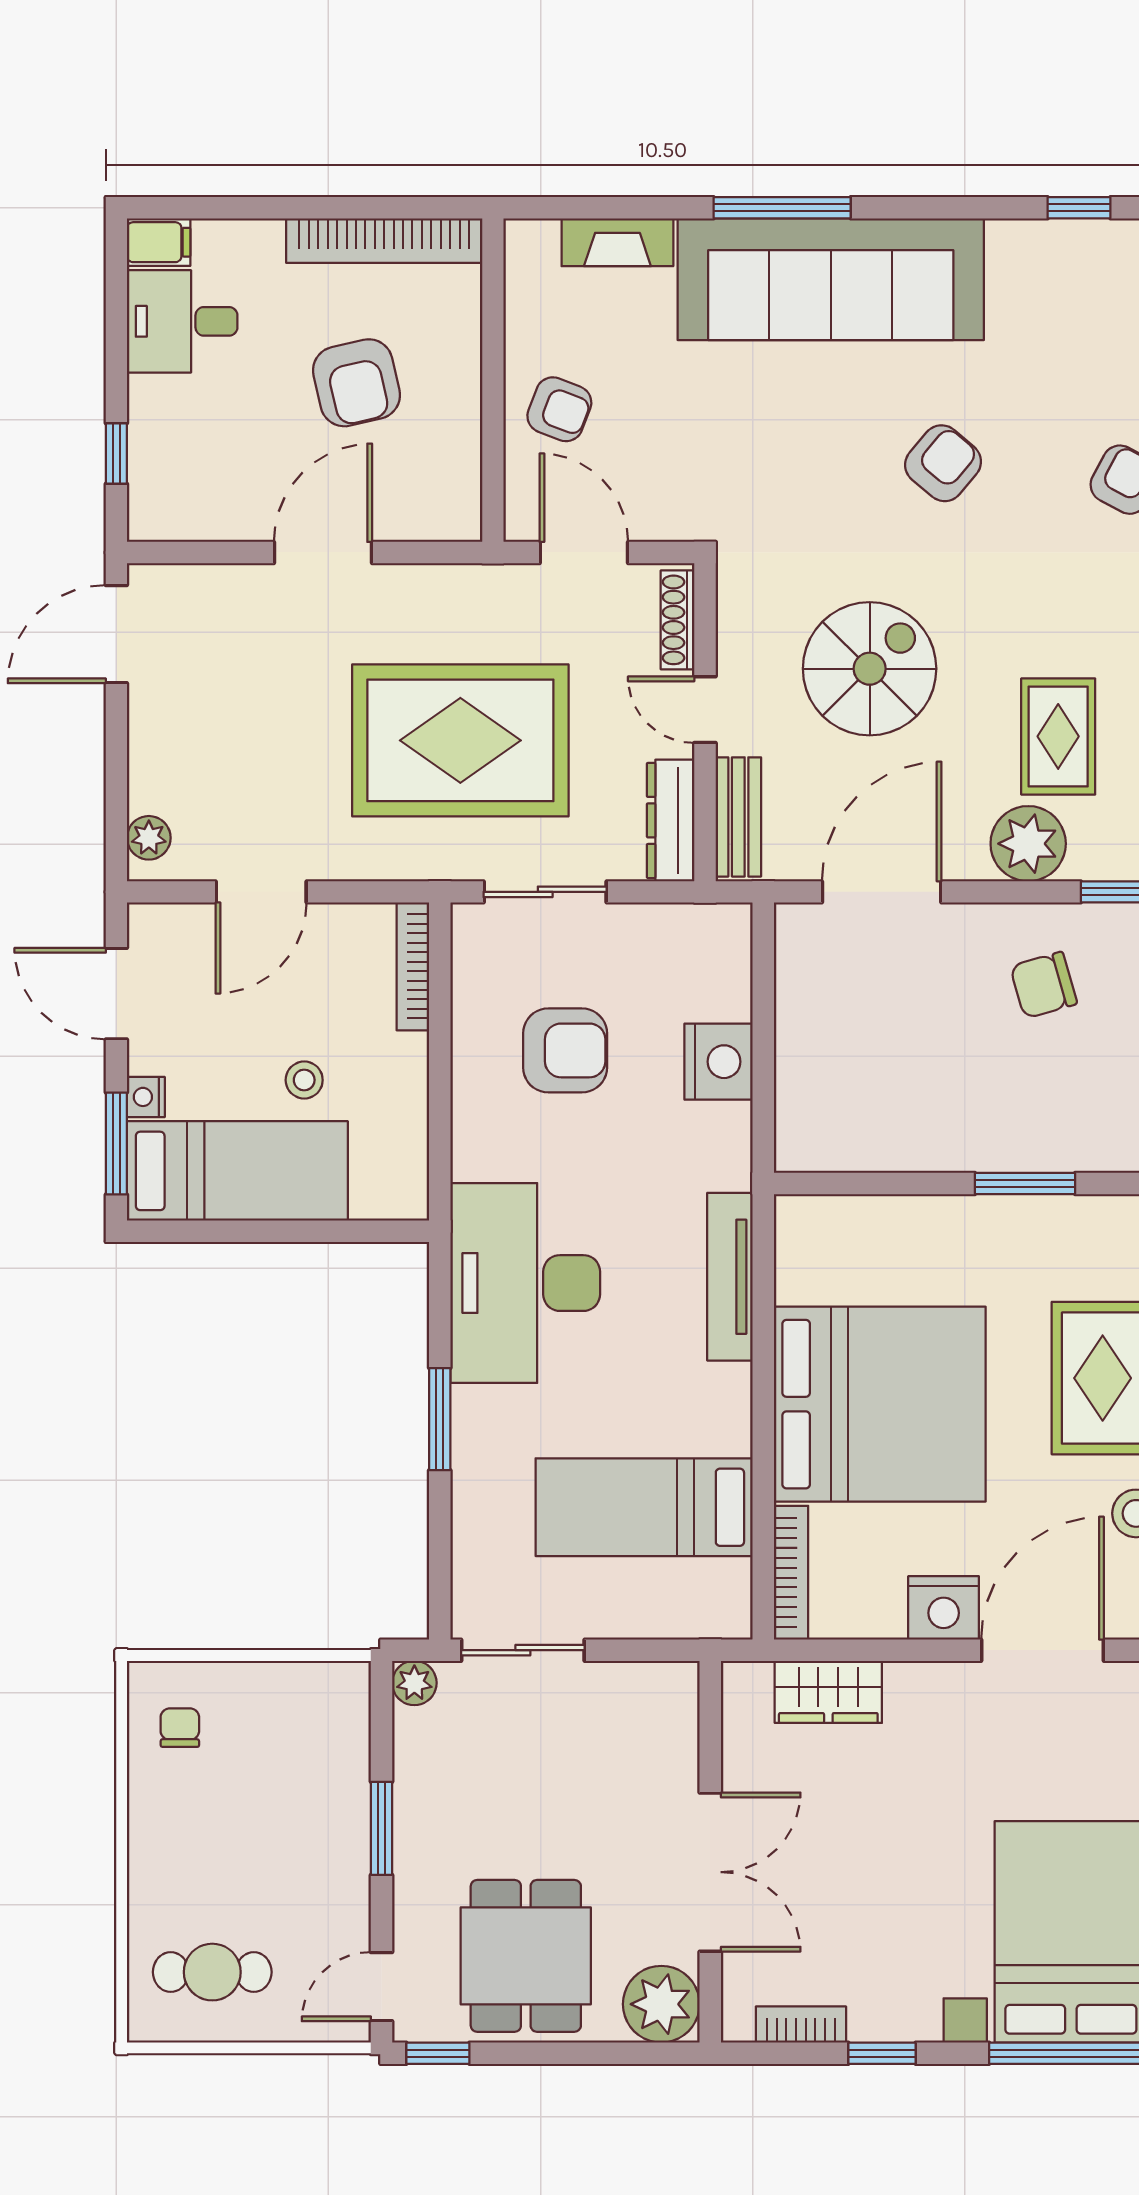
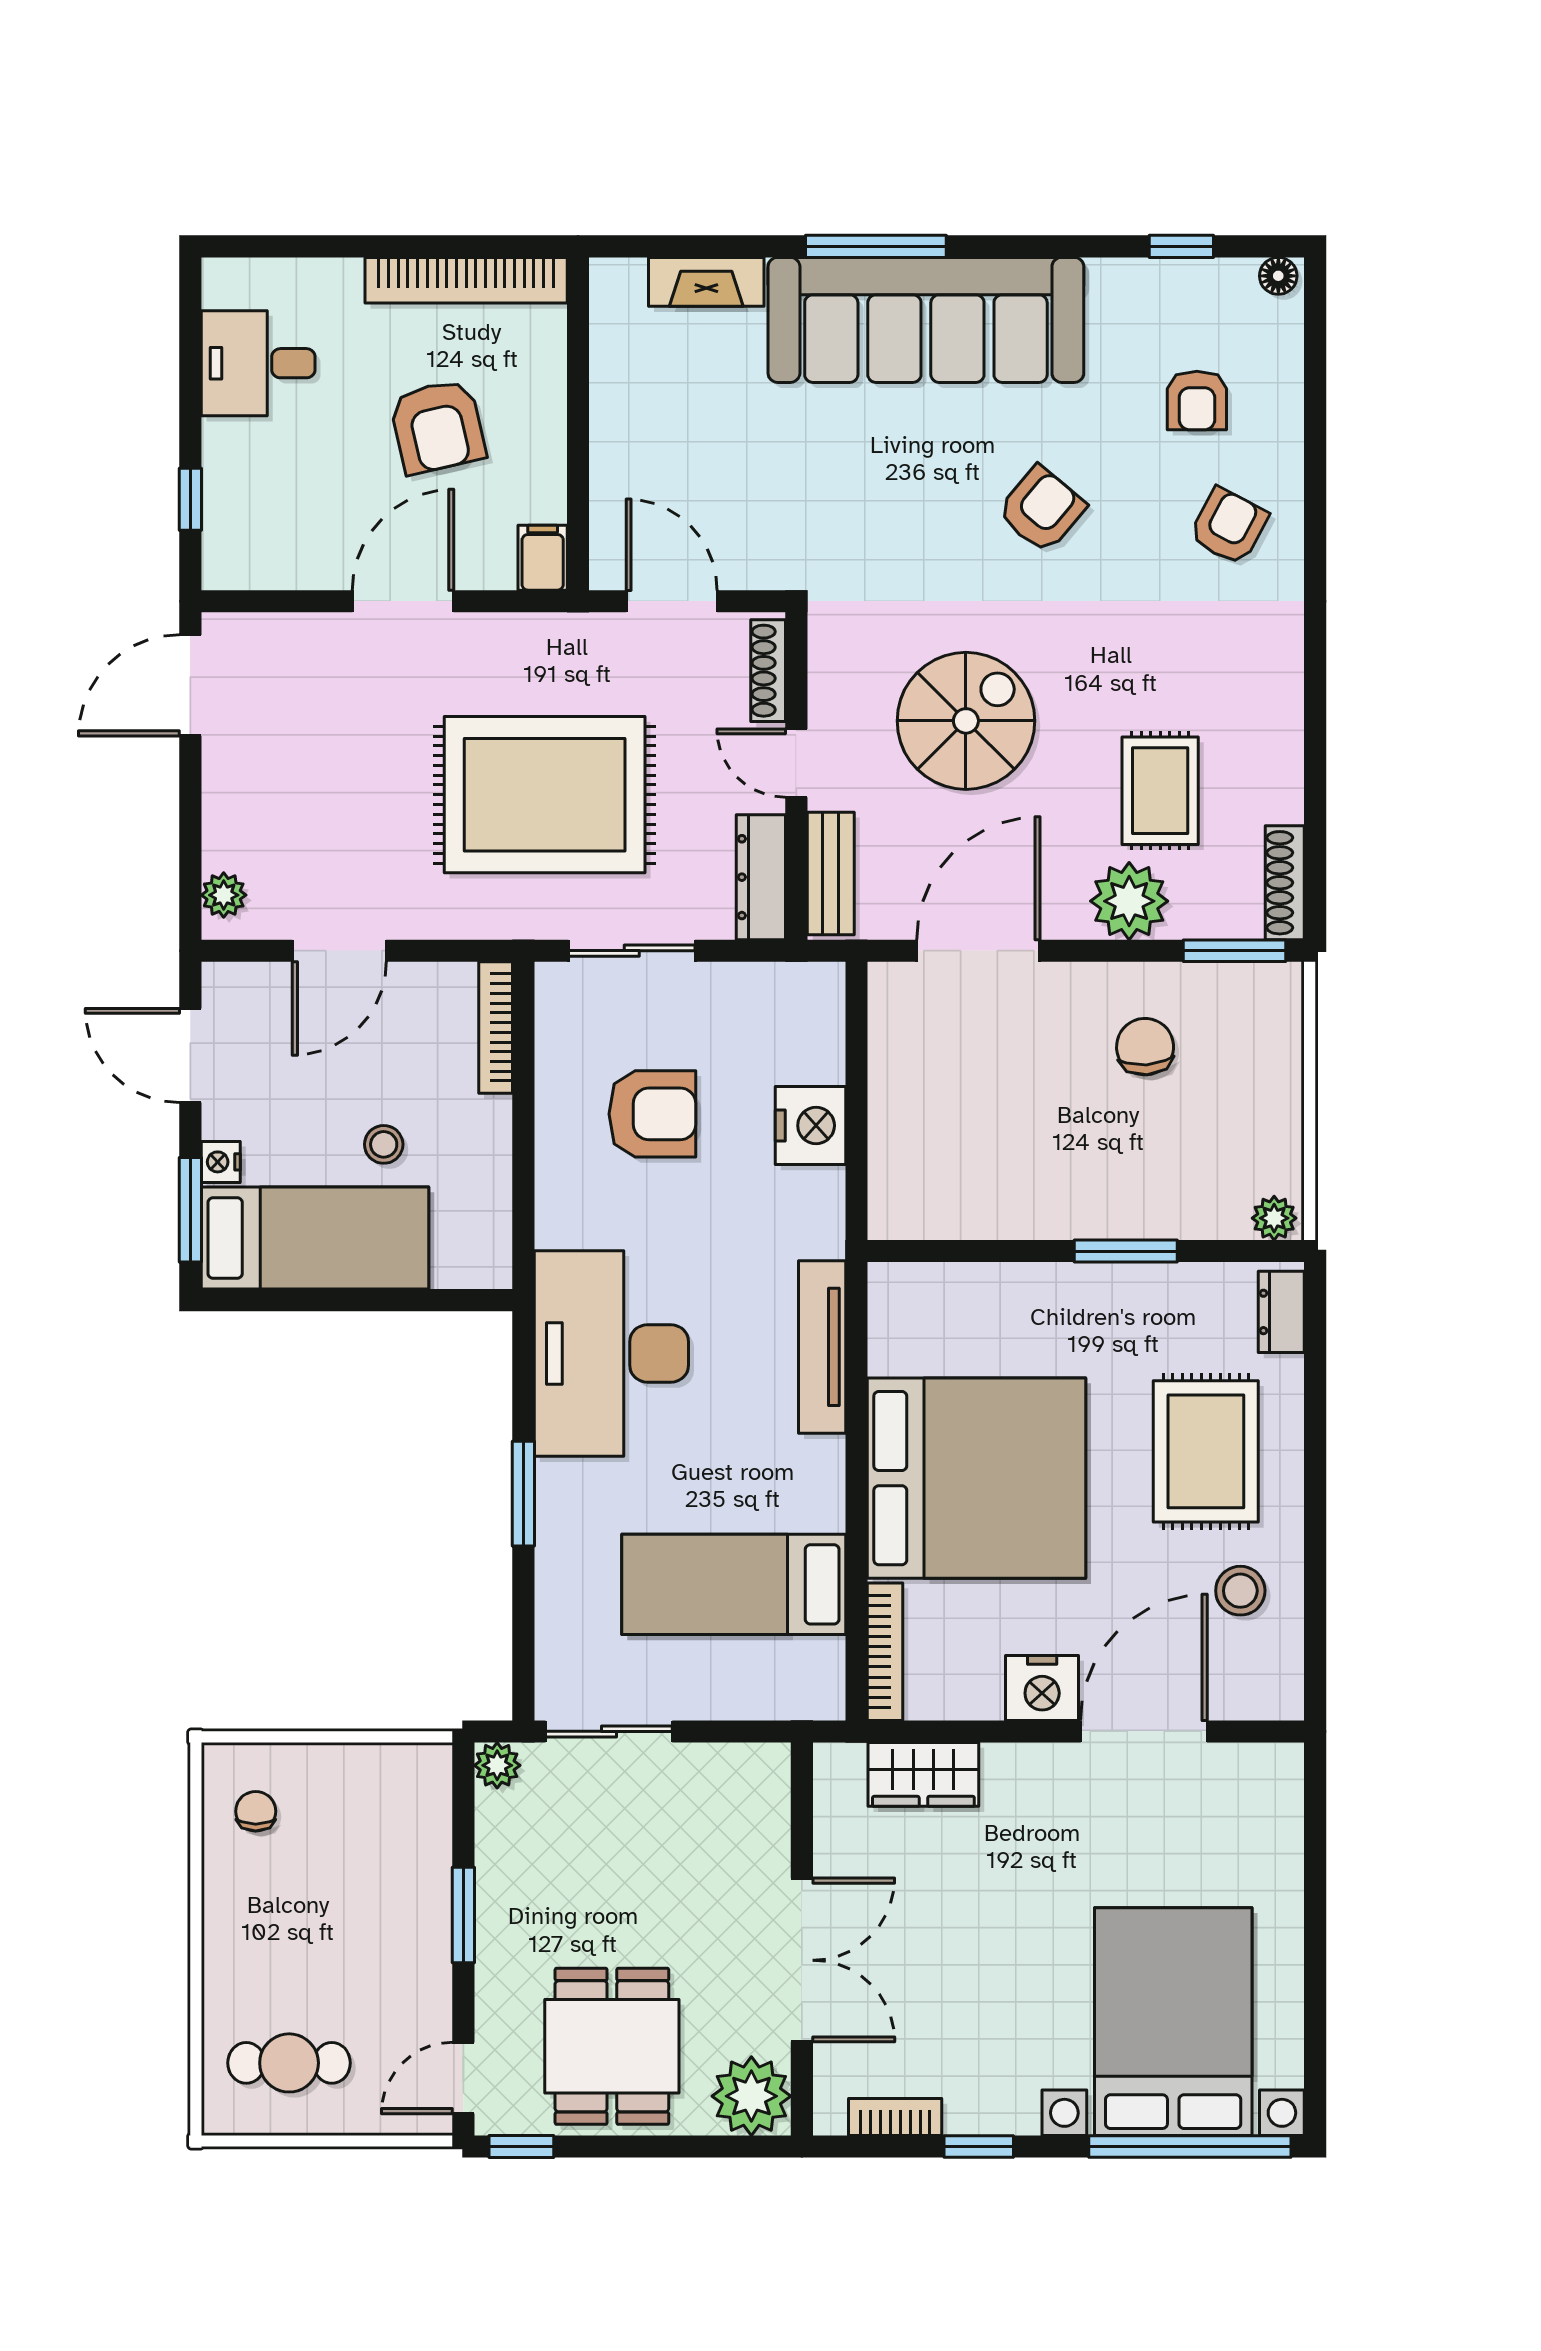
filing cabinet: (159, 242) -> (543, 558), moved, turned -90
armchair: (559, 409) -> (1197, 401), moved, turned 69
chair: (1044, 985) -> (1145, 1047), turned 102

